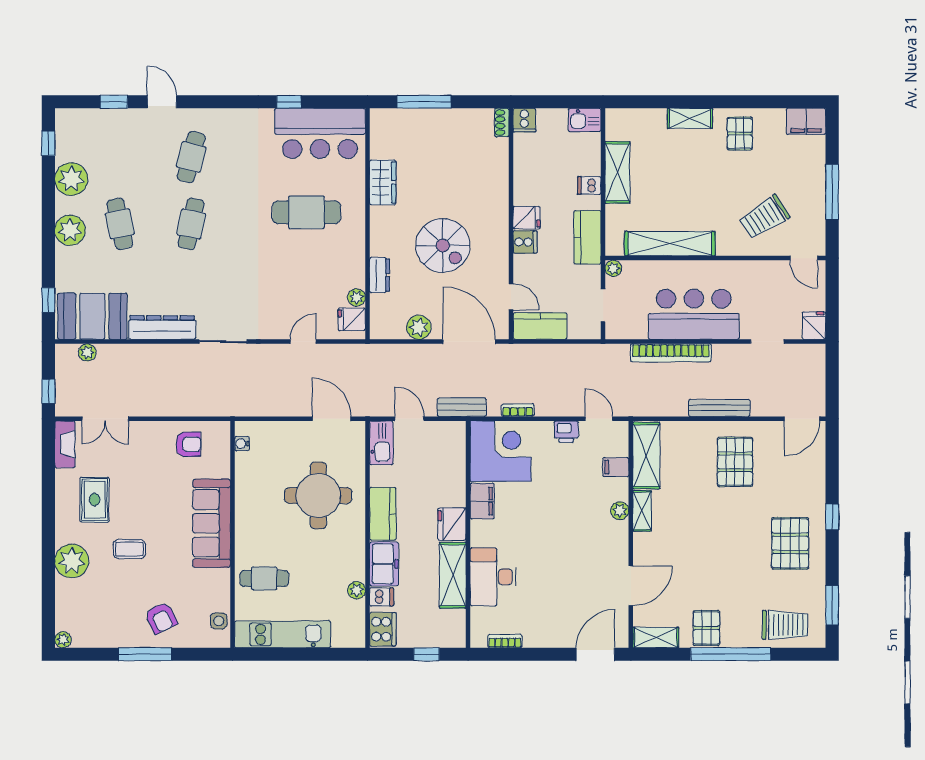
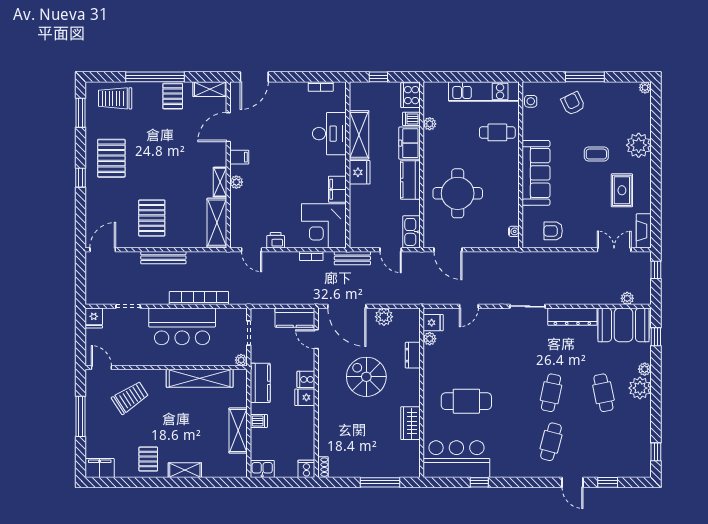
plant: (71, 179) -> (645, 369), moved, width x0.53, depth x0.53
filing cabinet: (616, 467) -> (239, 157), moved

